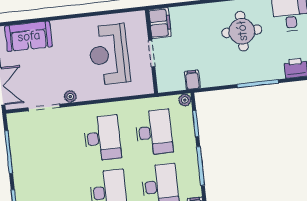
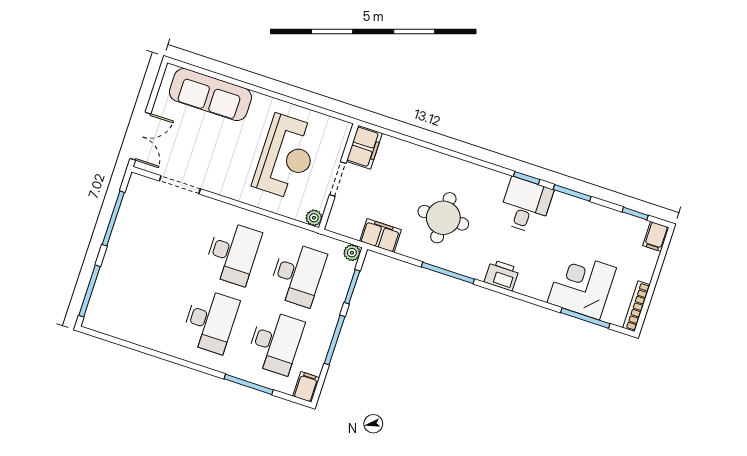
round table: (242, 31) -> (443, 218), moved
sofa: (29, 36) -> (210, 95), width x1.36
reception desk: (109, 54) -> (286, 157), turned 180
filing cabinet: (192, 80) -> (381, 236), width x2.00
plant: (70, 97) -> (314, 218), moved

